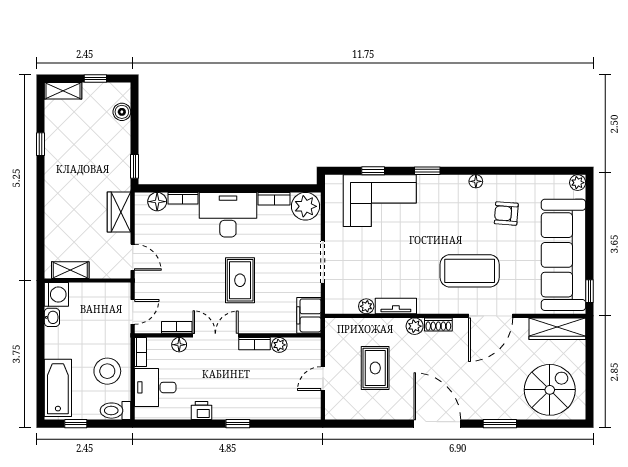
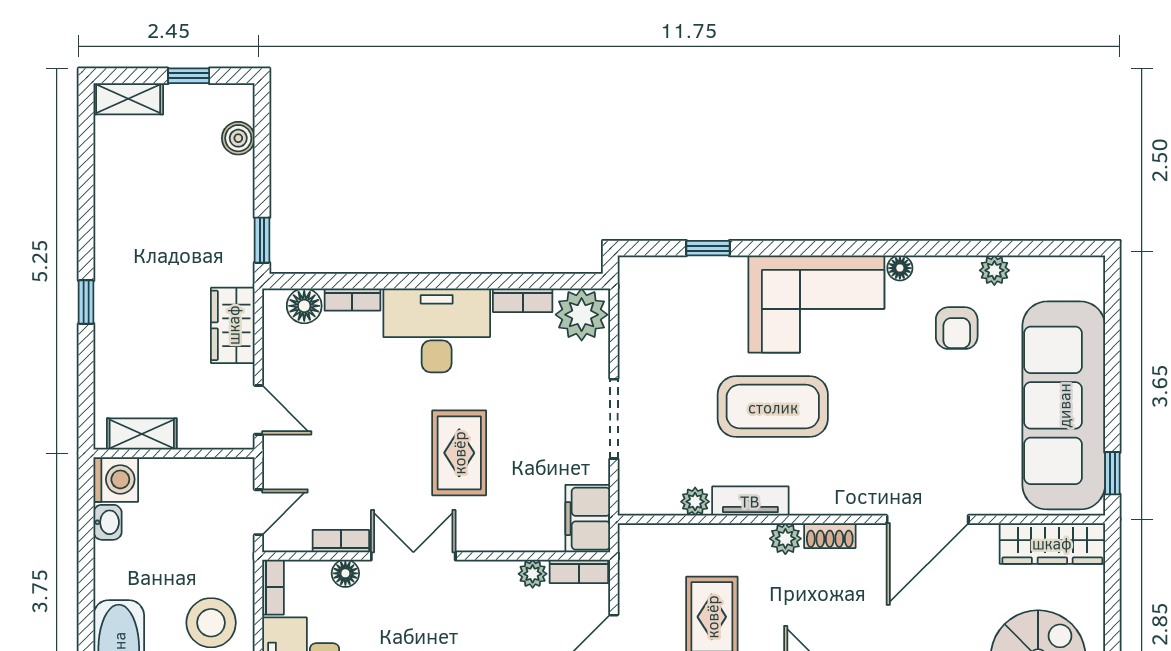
window: (40, 144) -> (86, 302), moved
window: (427, 171) -> (809, 248), removed
plant: (578, 183) -> (994, 270), moved
corner sofa: (380, 201) -> (816, 304), moved
armchair: (506, 213) -> (957, 328), turned -94
coffee table: (470, 271) -> (773, 407), moved
bookcase: (254, 344) -> (579, 571), moved

